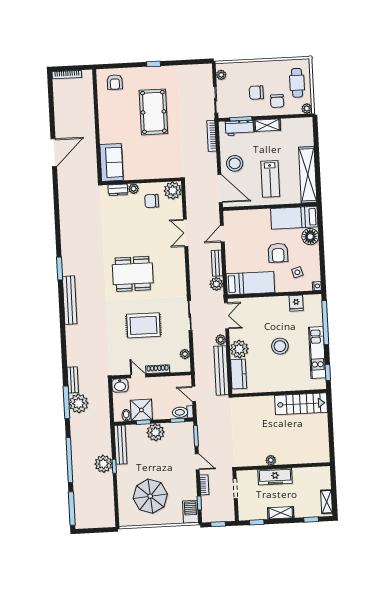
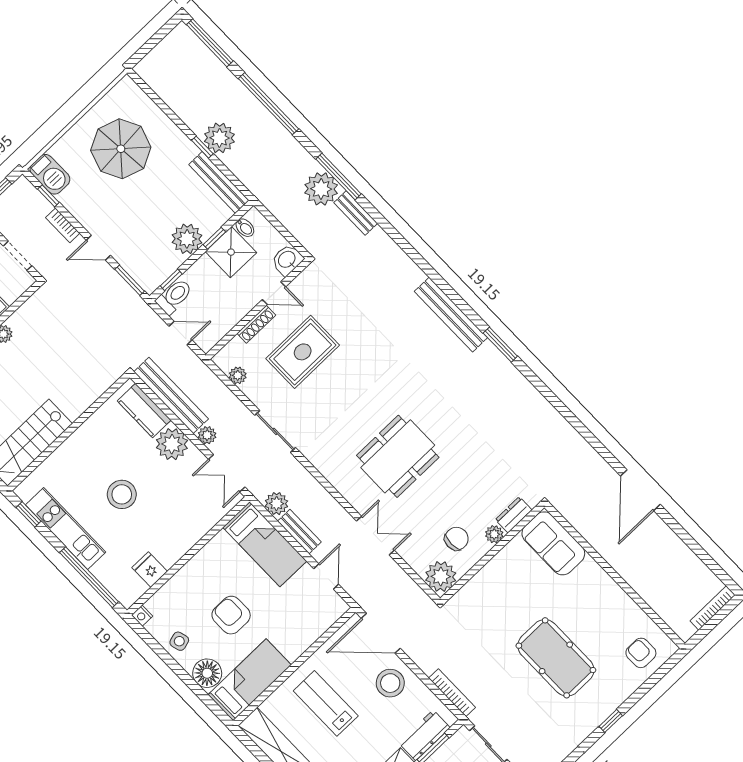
side table: (297, 272) -> (179, 641), moved
dining table: (133, 274) -> (398, 456), moved
bed: (250, 283) -> (265, 544), moved, turned -90
rug: (143, 325) -> (303, 352), moved

